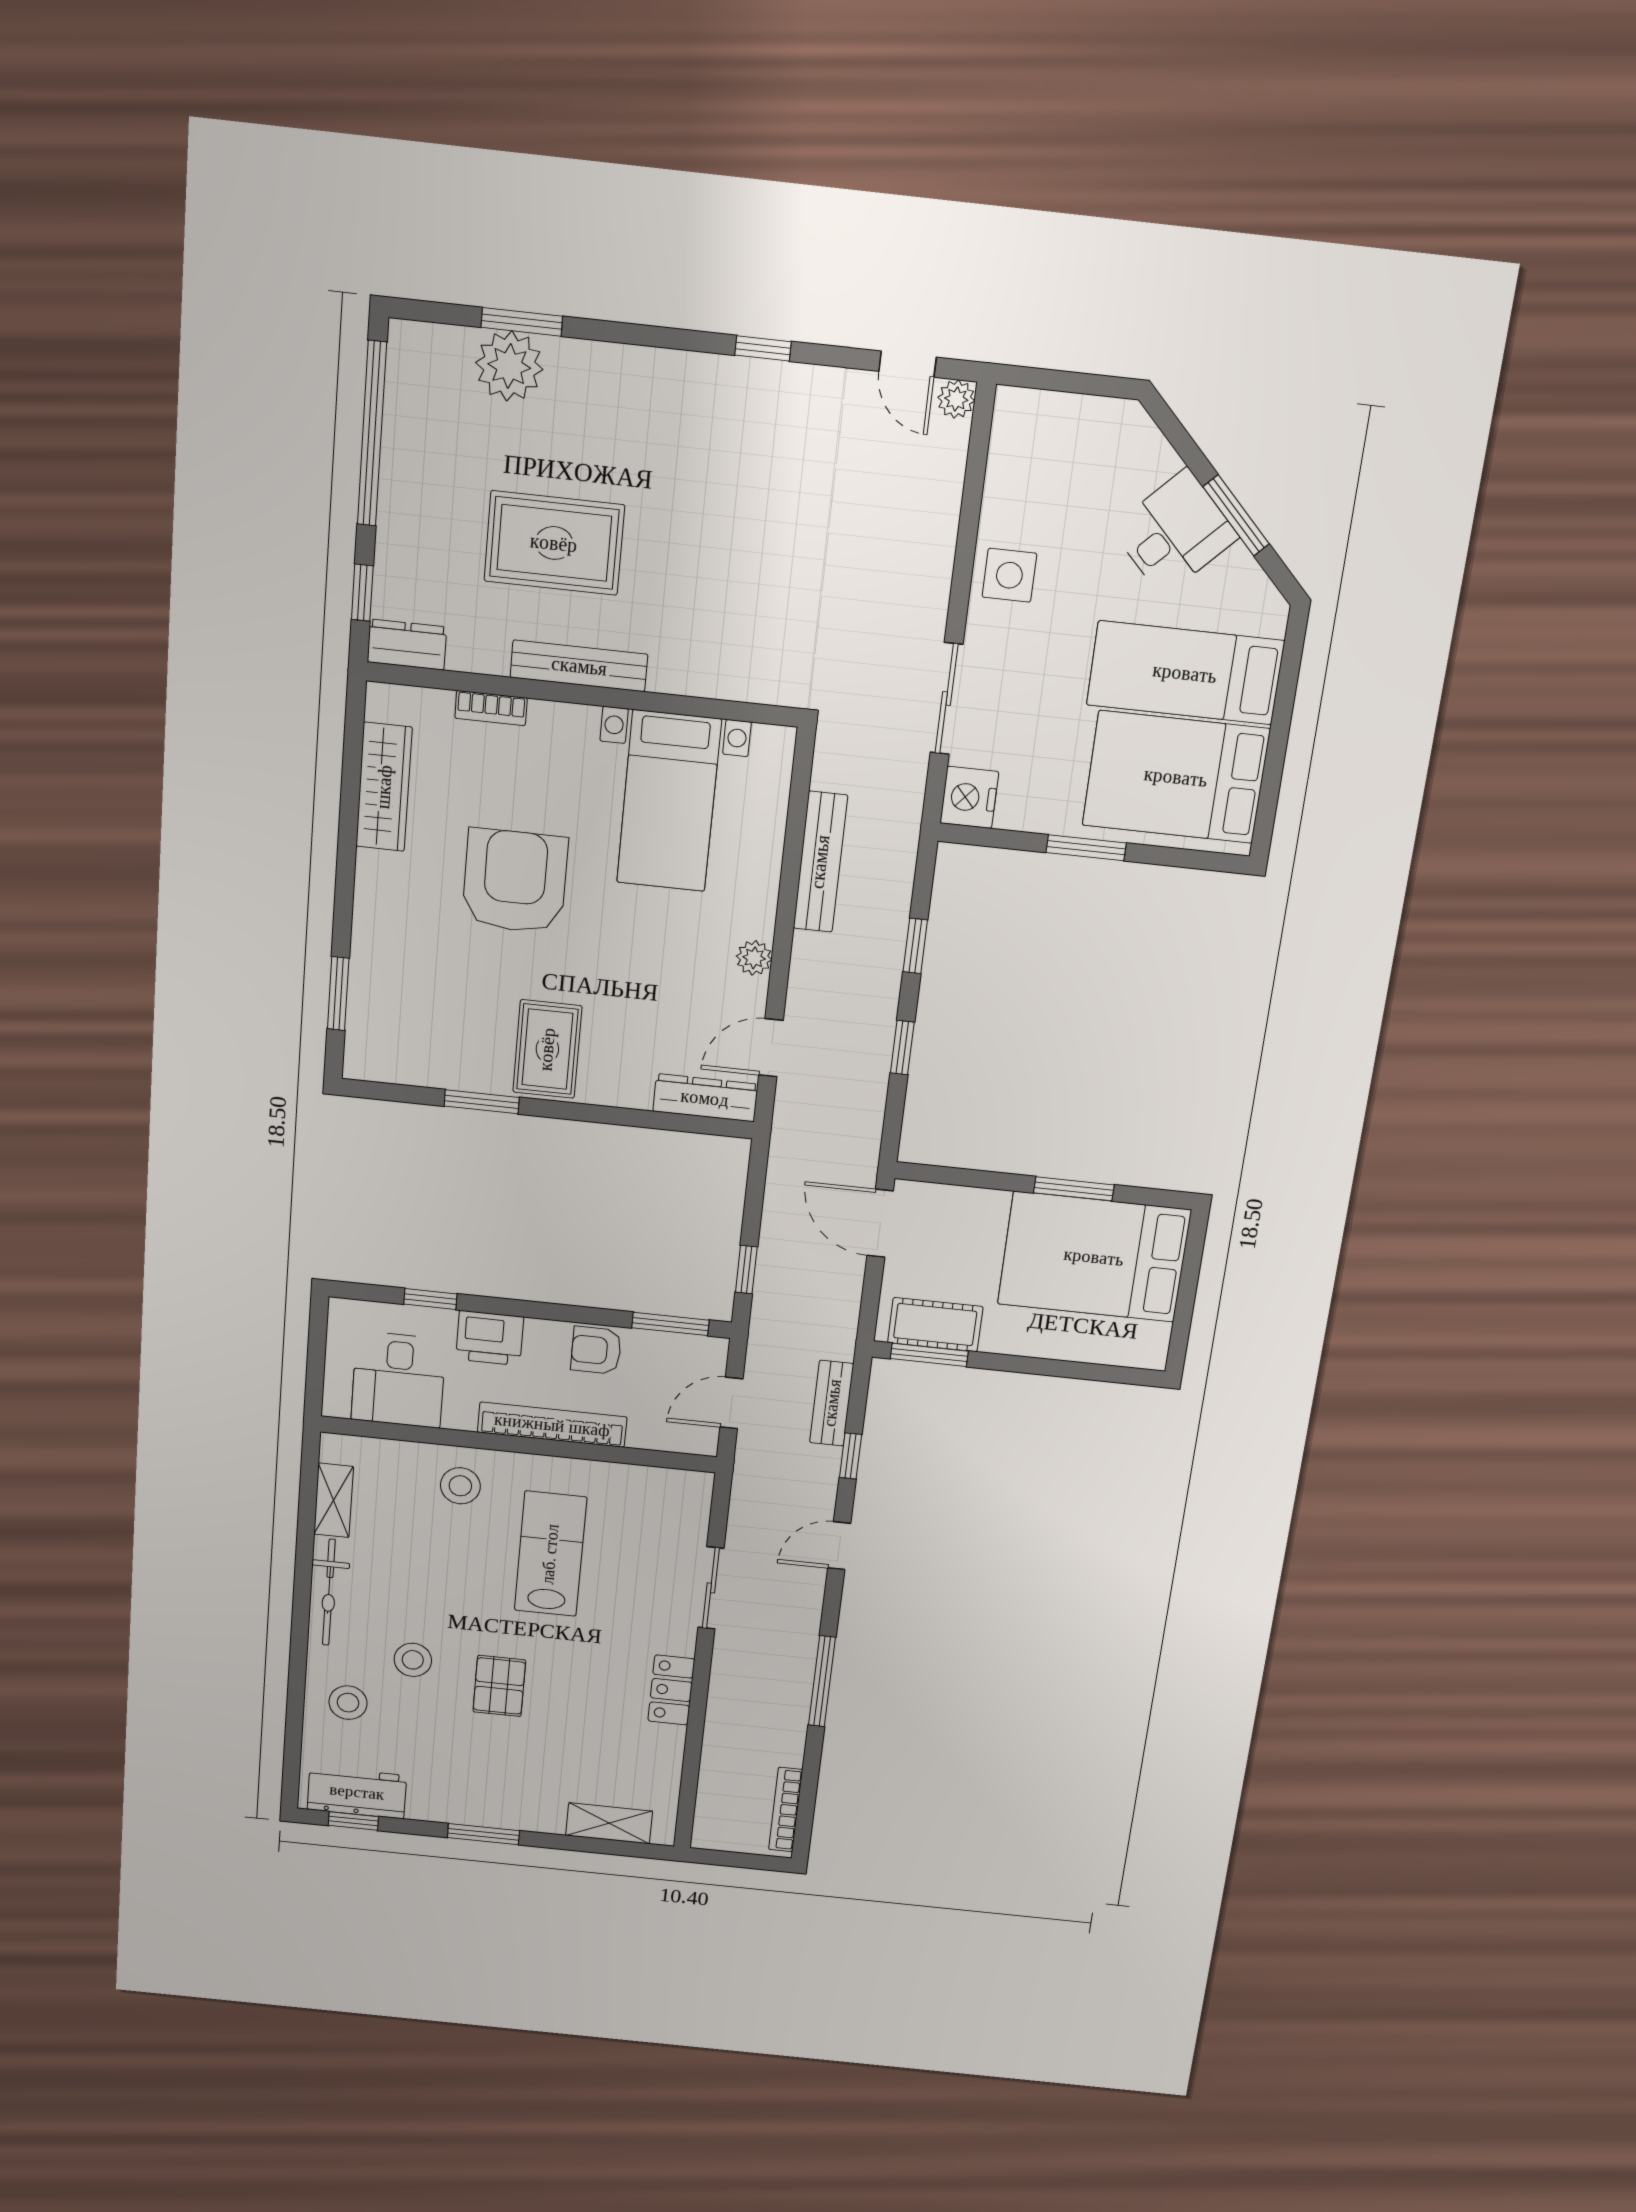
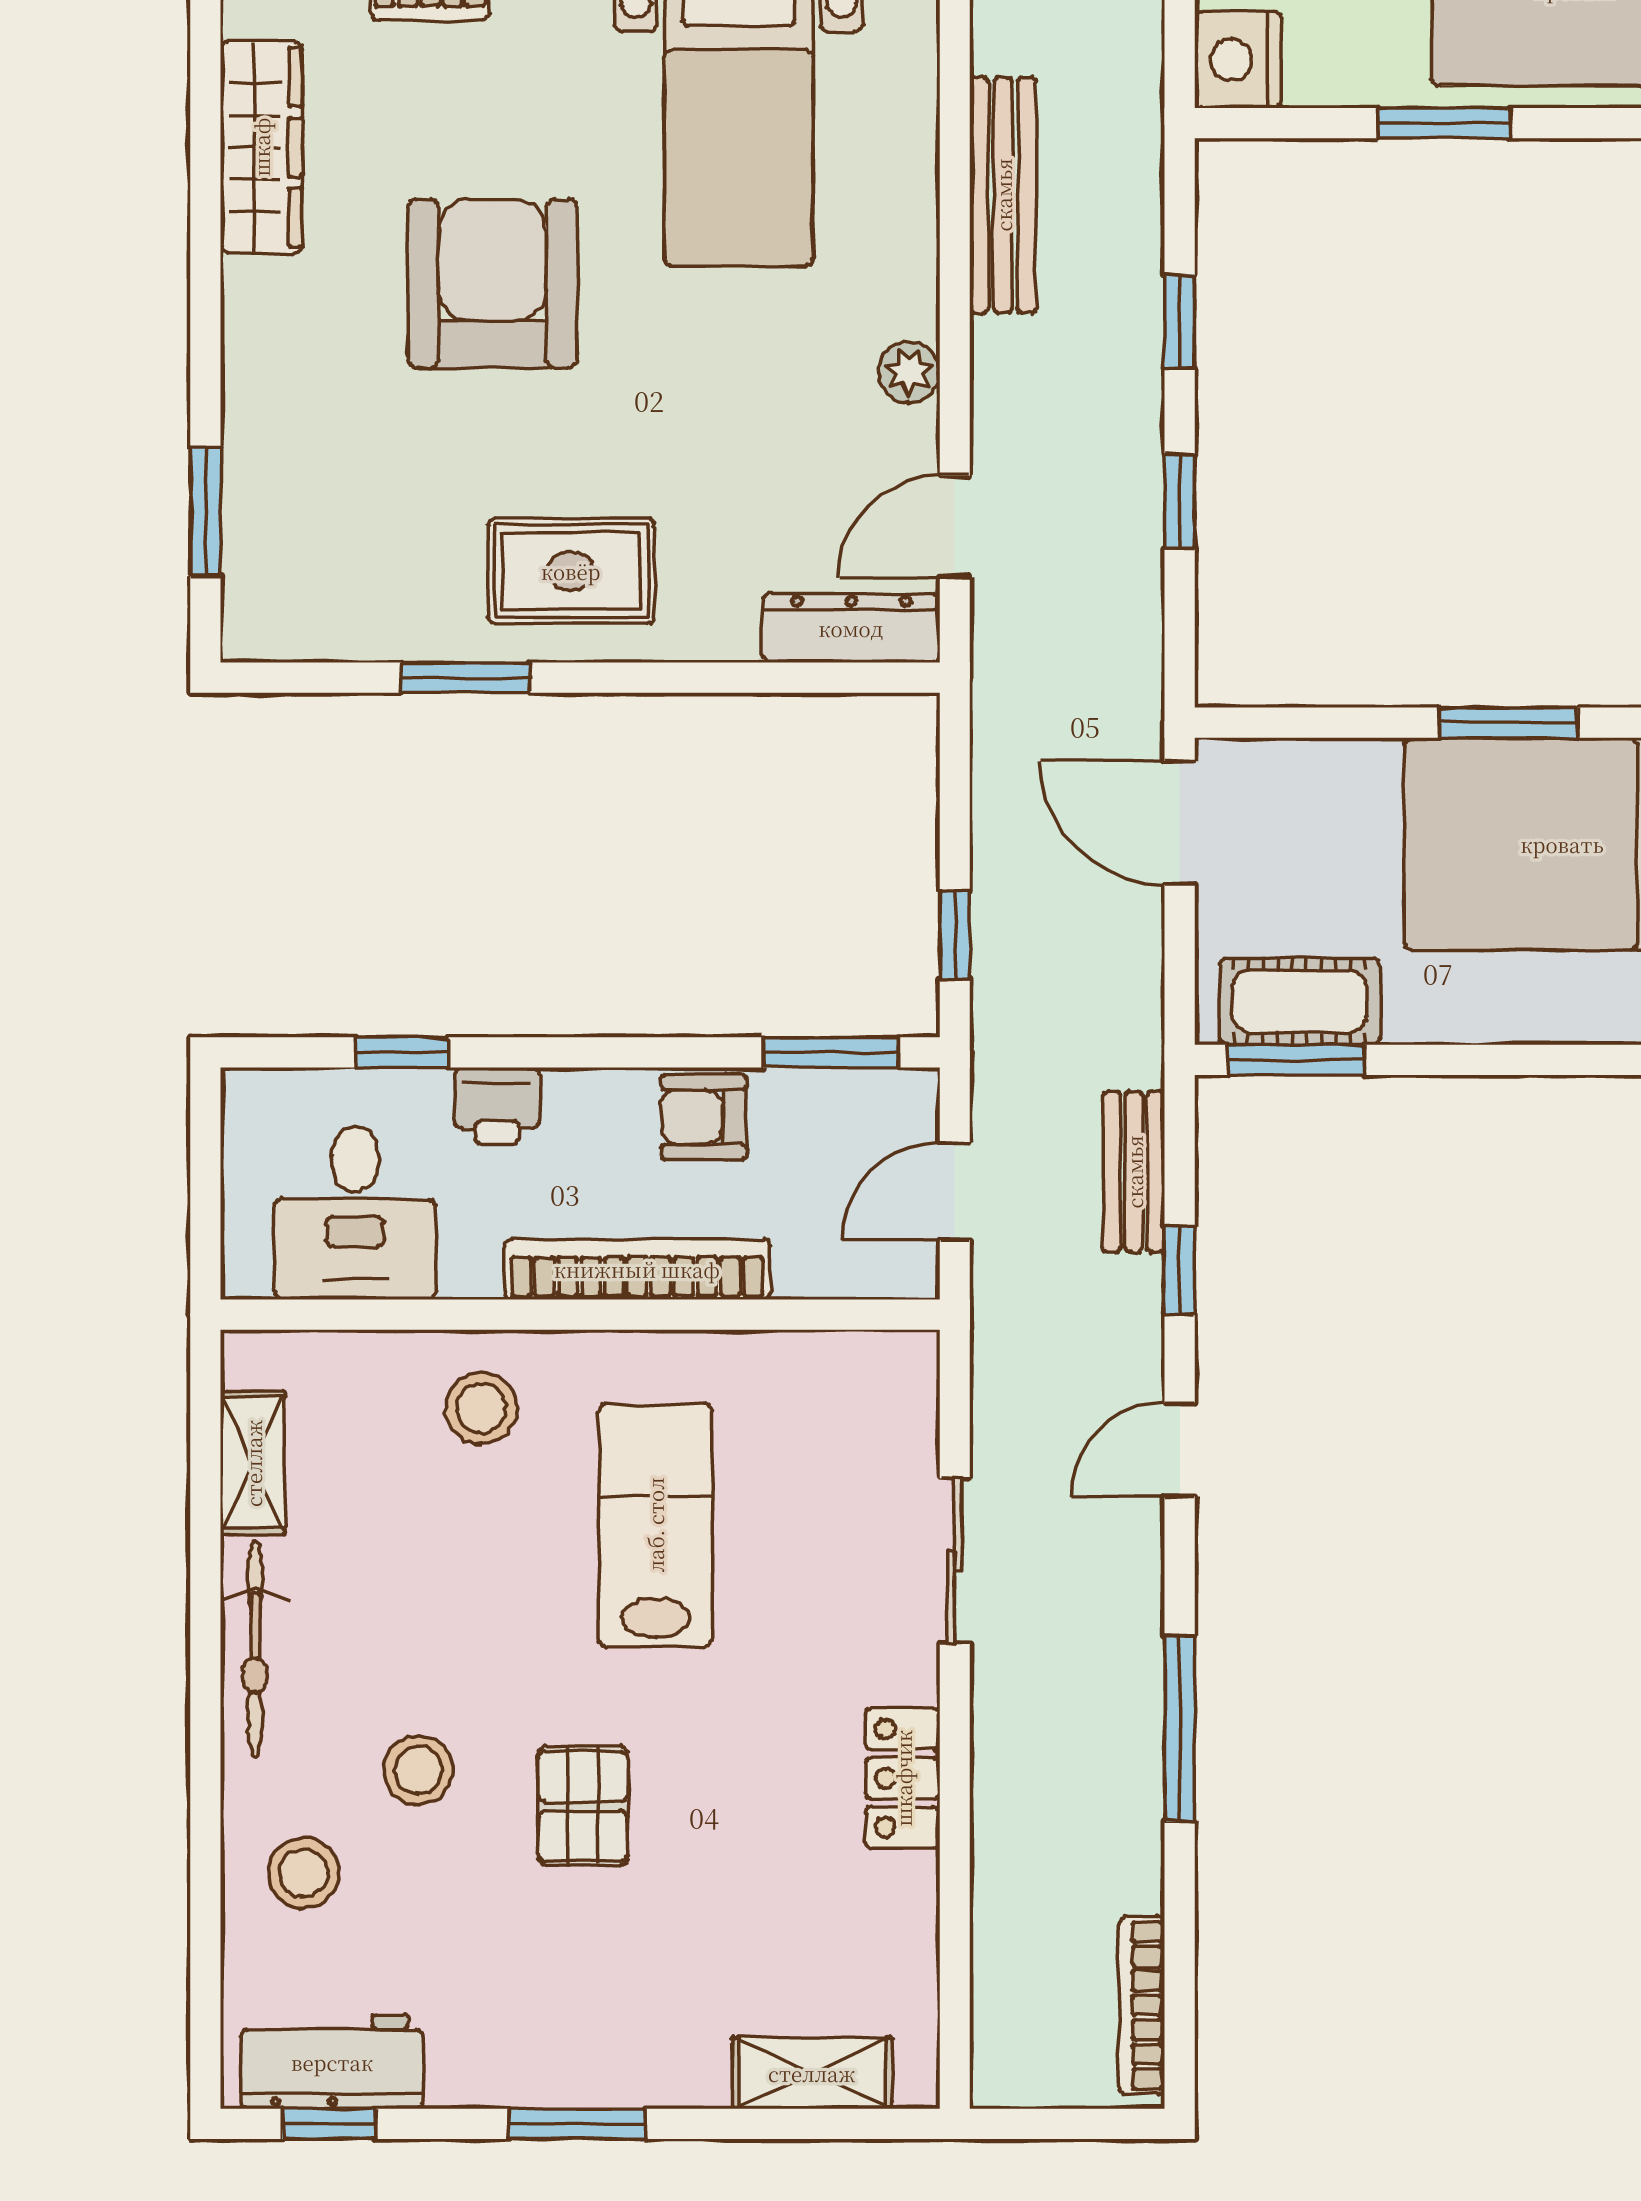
rug: (547, 1049) -> (571, 571), turned 90
printer: (490, 1338) -> (497, 1106), width x0.73, depth x0.81

